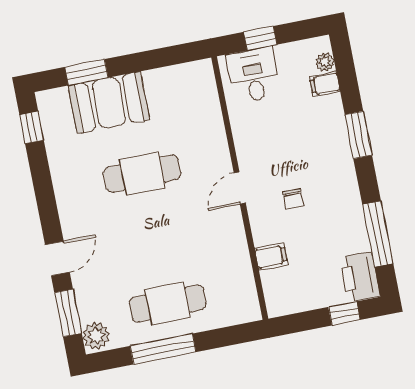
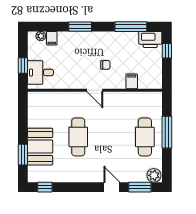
window: (163, 349) -> (167, 132), moved

